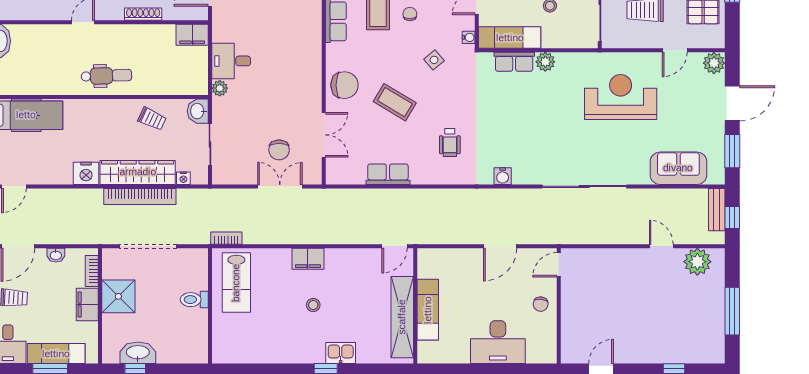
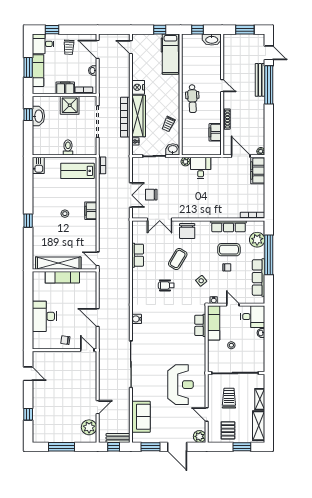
filing cabinet: (192, 35) -> (215, 132), moved
plant: (545, 62) -> (200, 343), removed
wheelchair: (450, 142) -> (166, 285), moved
kitchen sink: (341, 353) -> (38, 165), moved

